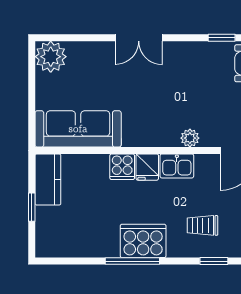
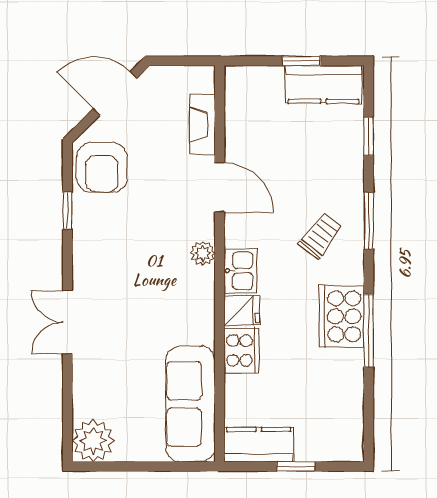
double door: (139, 38) -> (68, 322), swing flipped
cooker: (122, 167) -> (241, 350), width x1.36
trolley: (202, 225) -> (321, 236), turned -142
window: (214, 261) -> (369, 221), width x1.50

